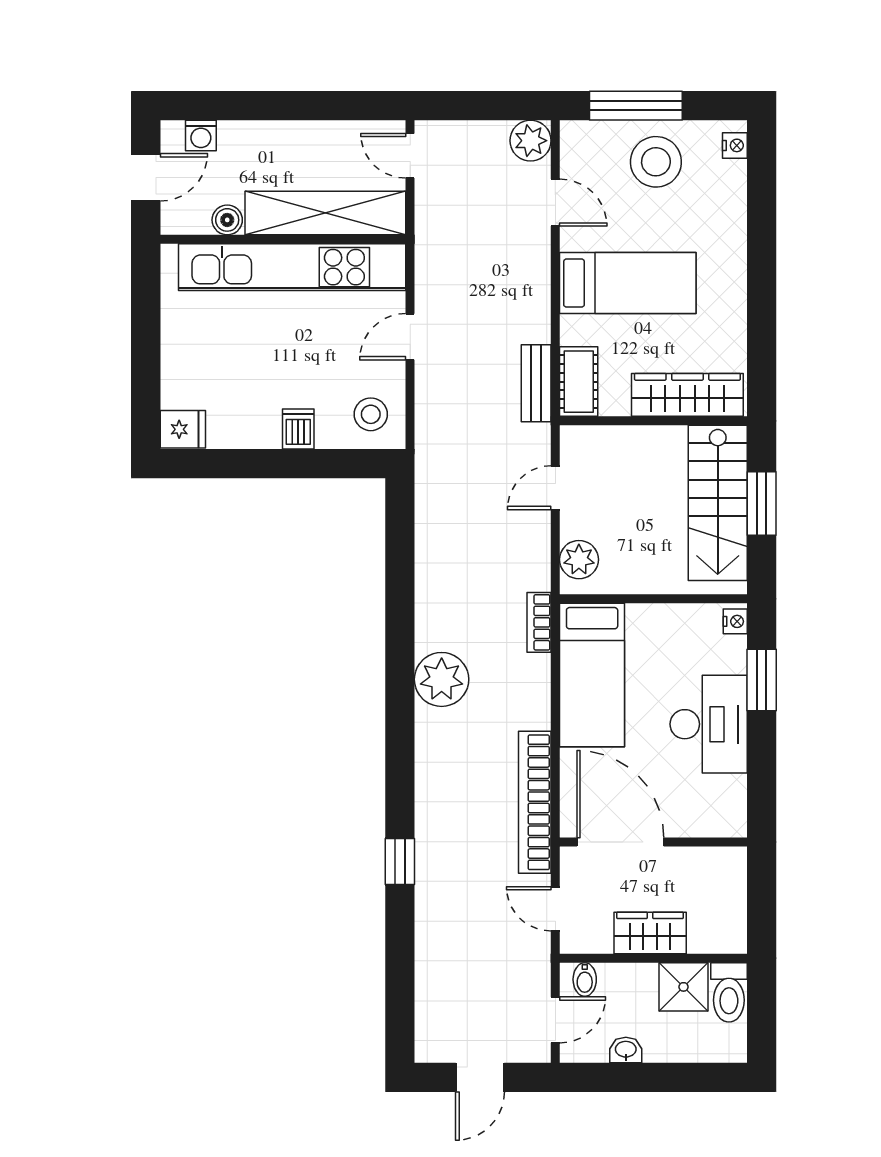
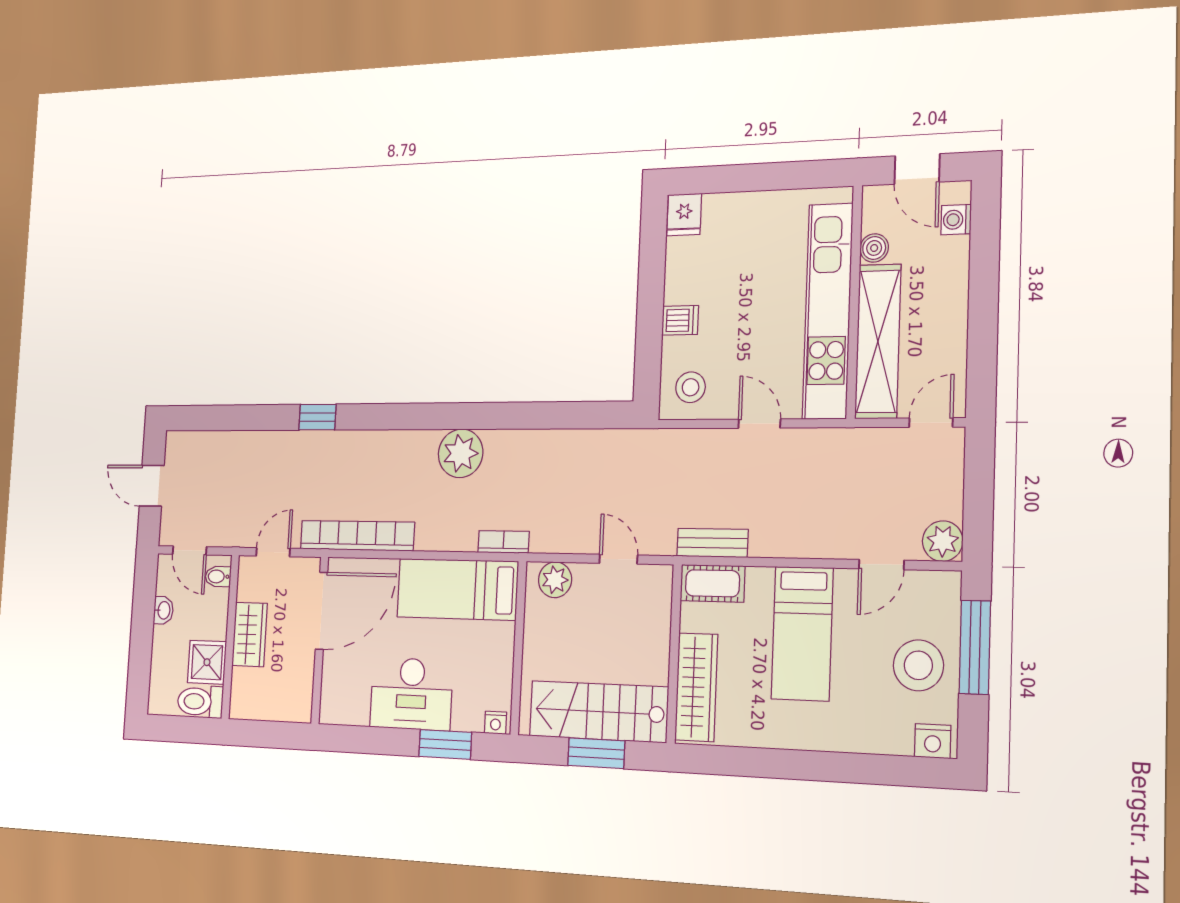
nightstand: (735, 145) -> (933, 741), width x1.39, depth x1.35

